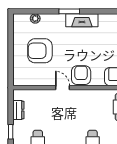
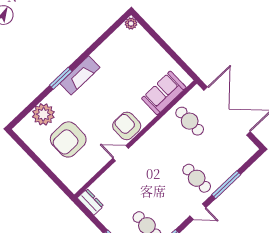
plant: (35, 18) -> (43, 114), width x1.88, depth x1.88
dresser: (18, 110) -> (91, 202), moved

